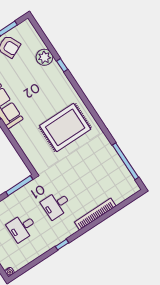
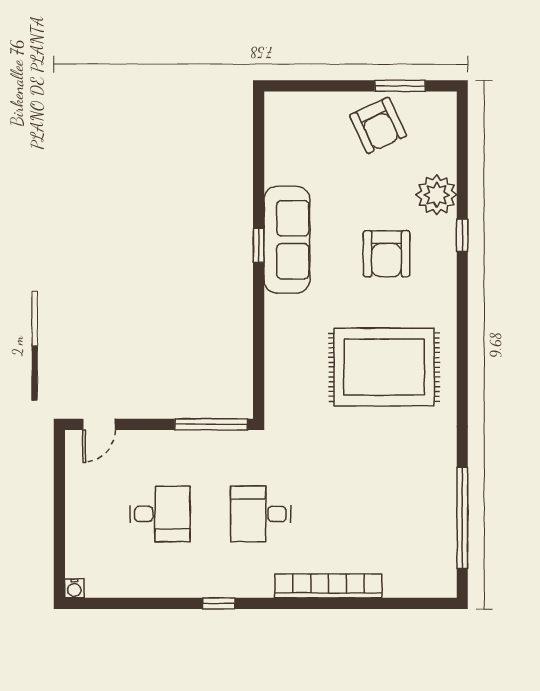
armchair: (41, 88) -> (387, 254), added
desk: (22, 227) -> (160, 514), turned 180

